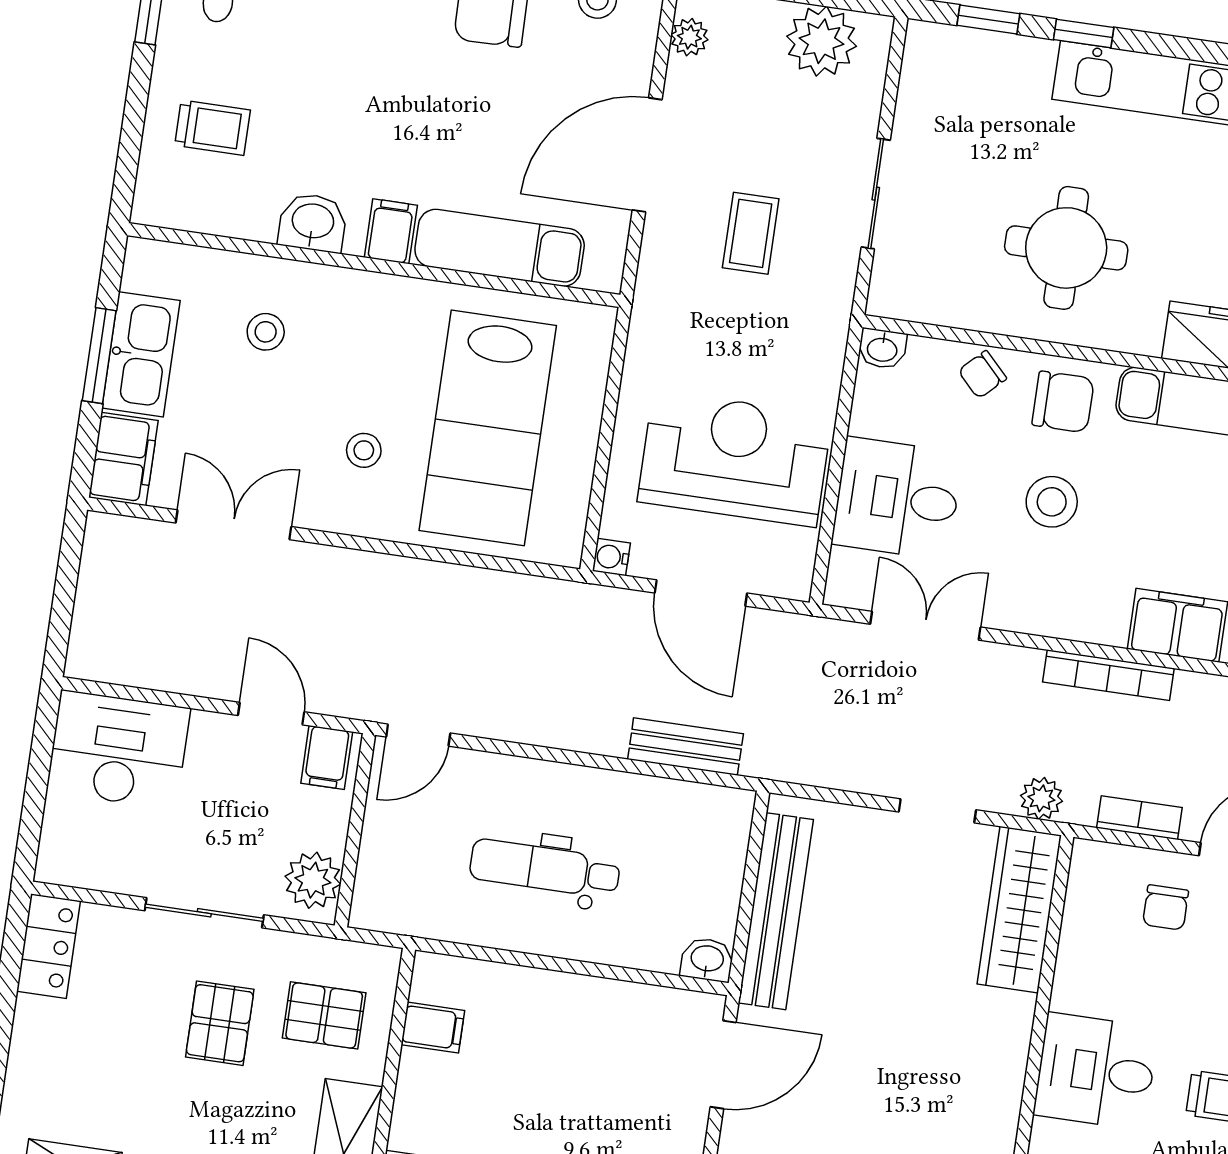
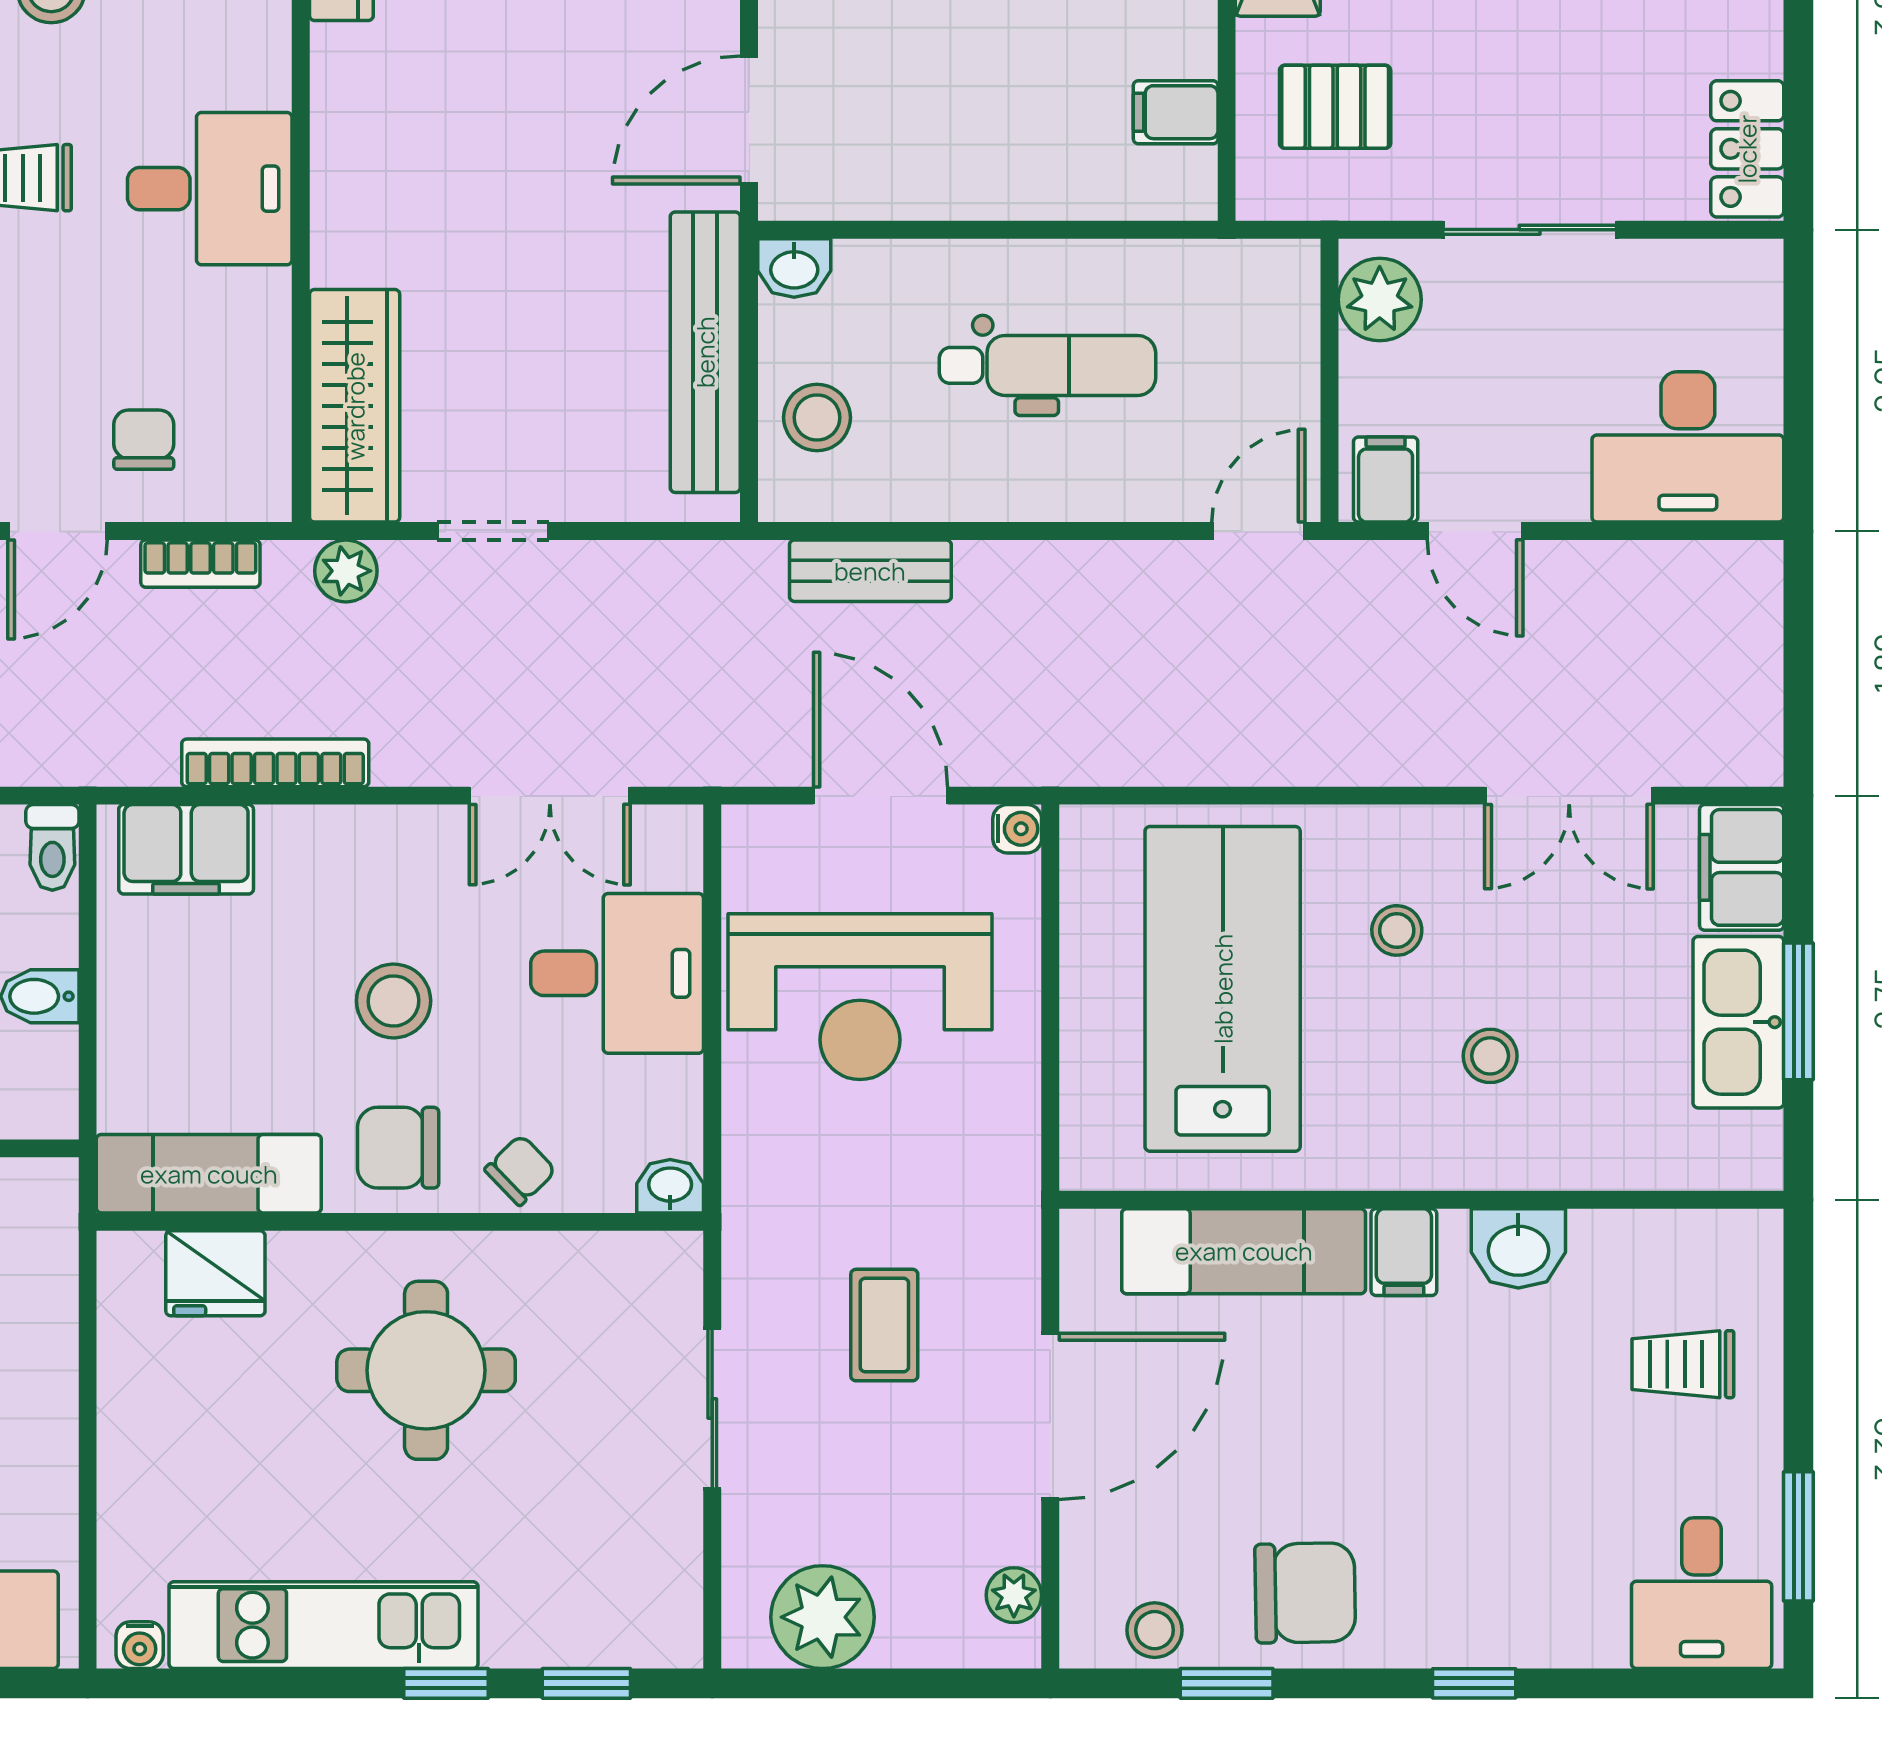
stool: (266, 332) -> (1490, 1056), moved
stool: (706, 856) -> (817, 418), added
pallet: (220, 1023) -> (1484, 74), removed

